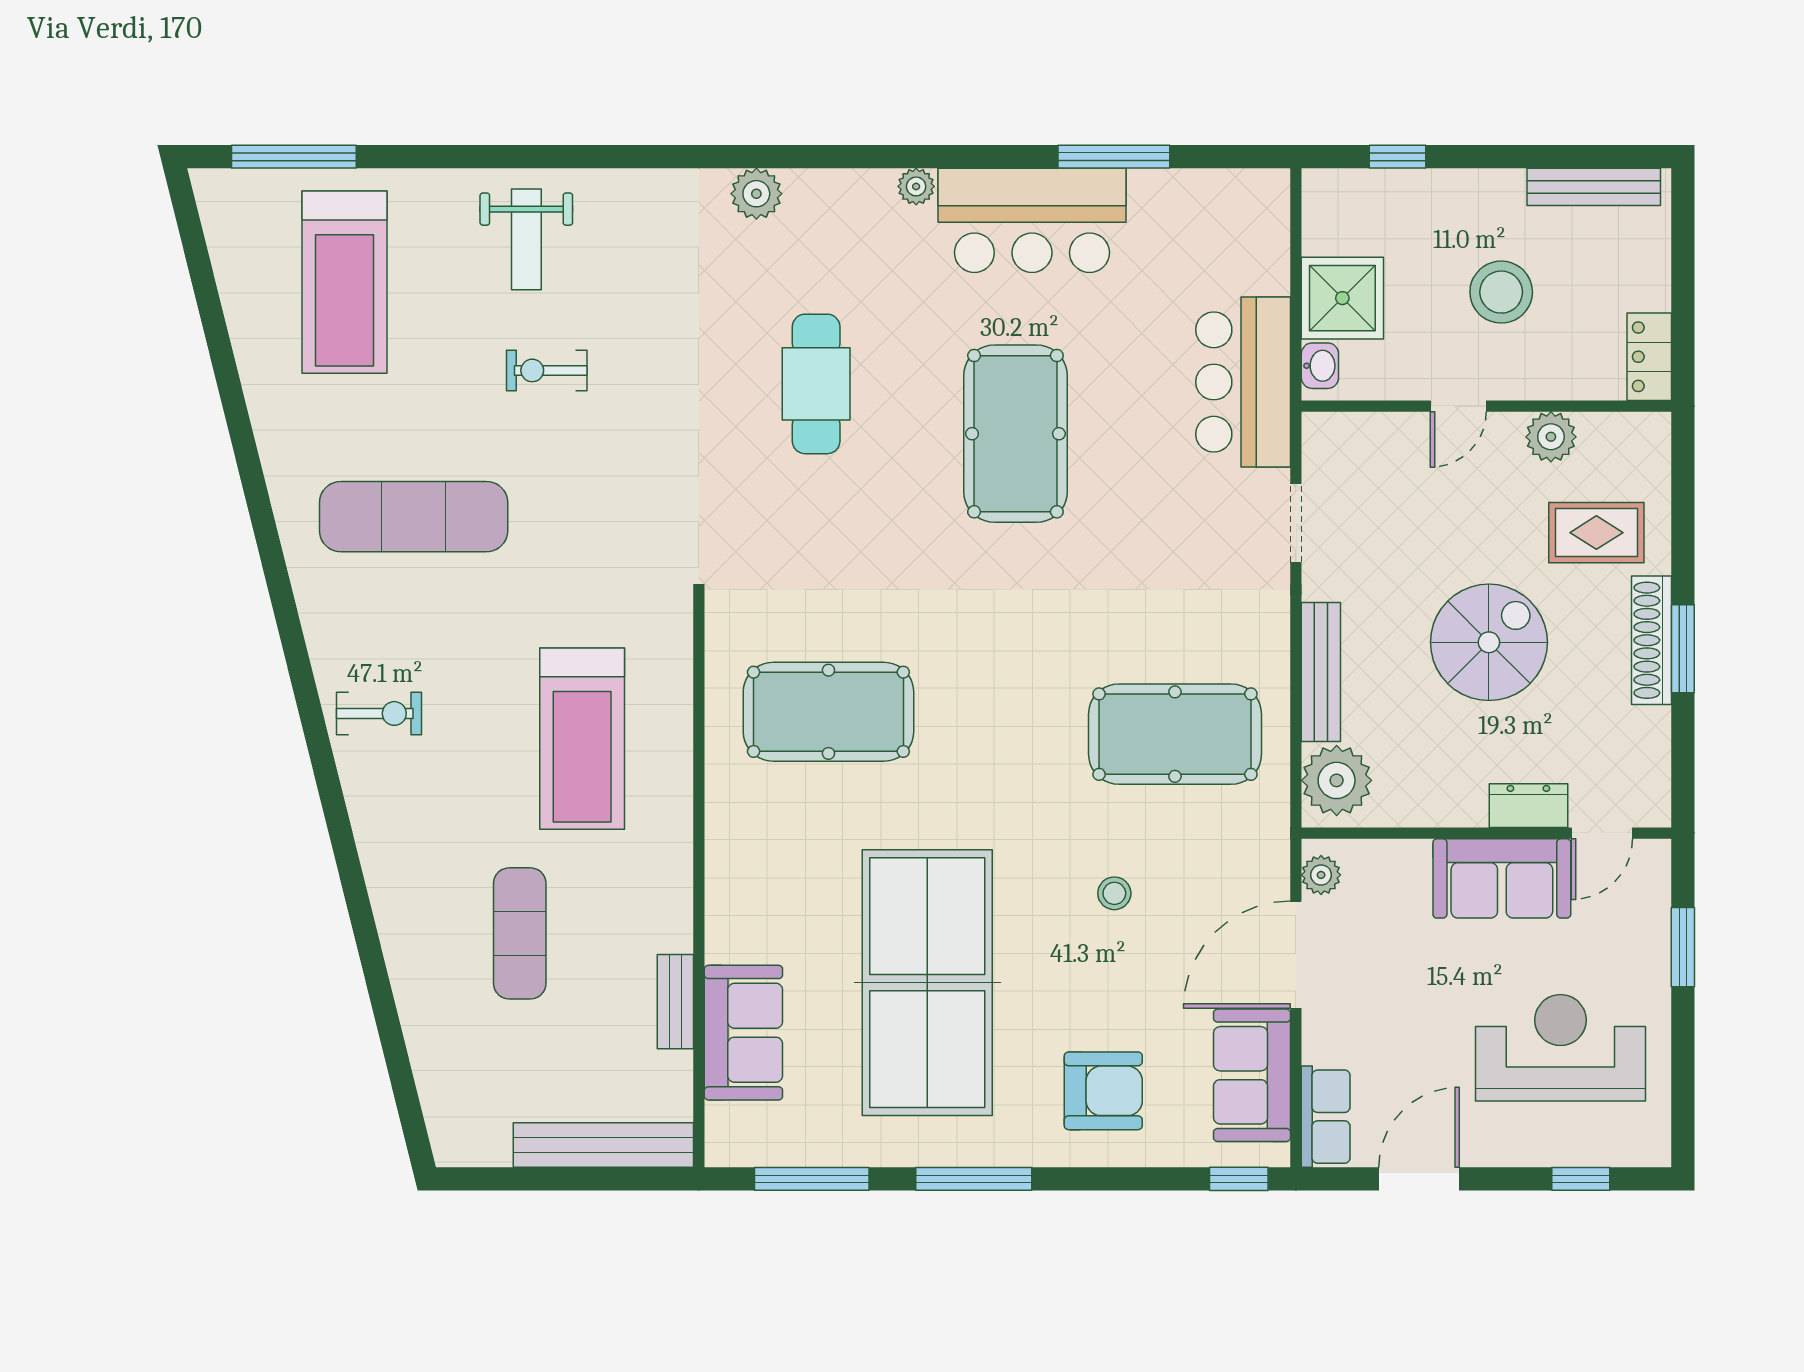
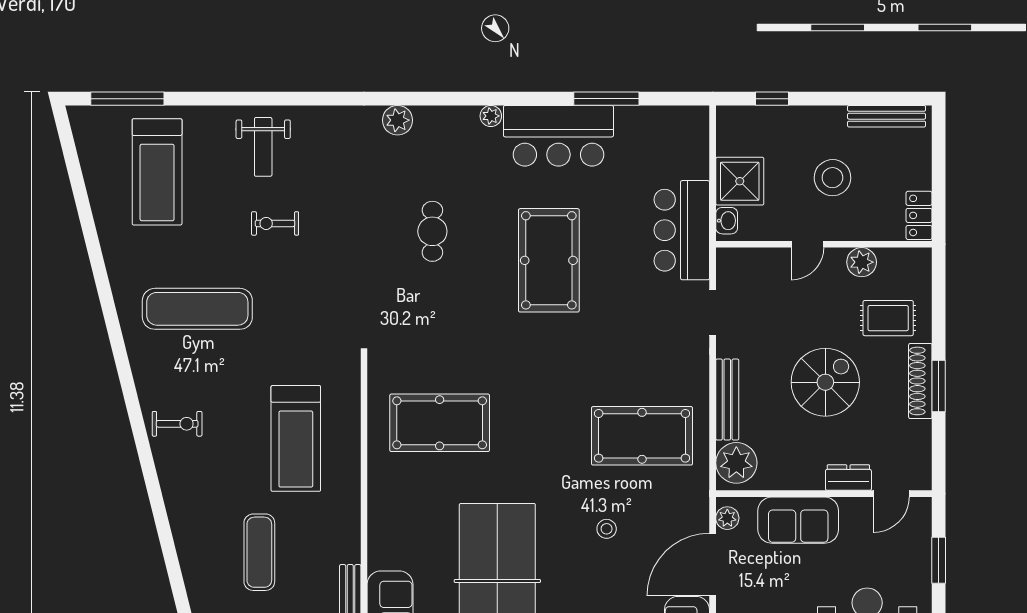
cafe table: (816, 384) -> (432, 231), width x0.73, depth x0.74
sofa: (1502, 878) -> (798, 520), moved

